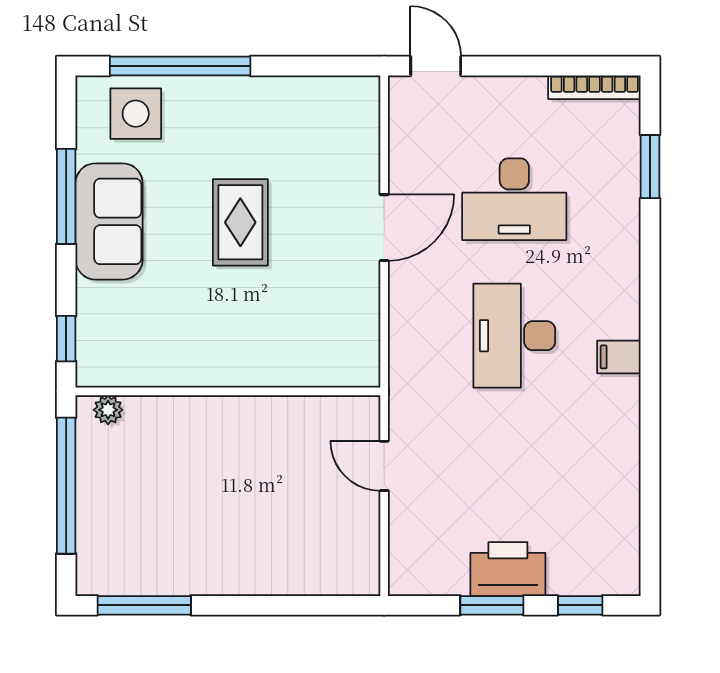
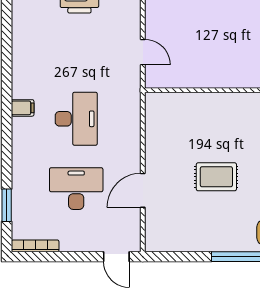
rug: (240, 222) -> (216, 177), turned 90
door: (384, 228) -> (143, 190), moved

